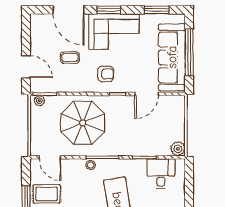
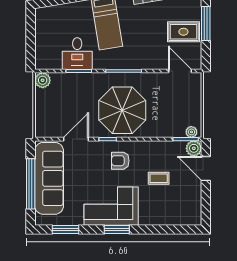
door: (68, 10) -> (160, 229), removed
plant: (37, 85) -> (194, 148), added
parasol: (83, 123) -> (122, 110), moved
stool: (91, 165) -> (136, 63), removed
desk: (161, 174) -> (77, 54), moved

